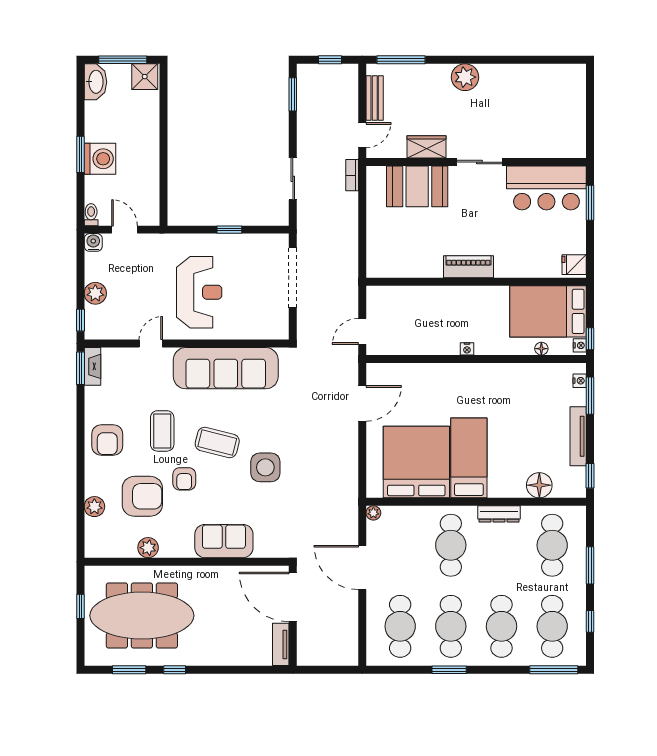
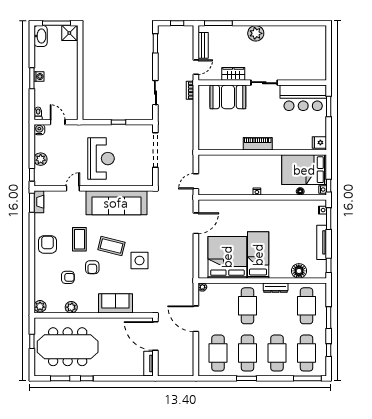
washing machine: (100, 159) -> (39, 77), width x0.53, depth x0.53
armchair: (107, 440) -> (47, 245), turned 180
armchair: (142, 496) -> (68, 277), width x0.53, depth x0.53
plant: (94, 507) -> (40, 306), moved

